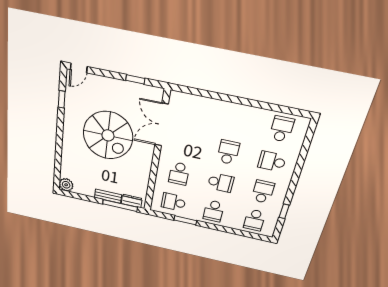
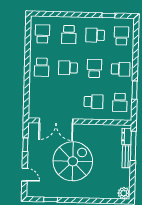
door: (79, 68) -> (25, 175), moved
school desk: (236, 120) -> (42, 67), added
school desk: (282, 129) -> (42, 34), turned 90
school desk: (254, 220) -> (121, 36), turned -90

